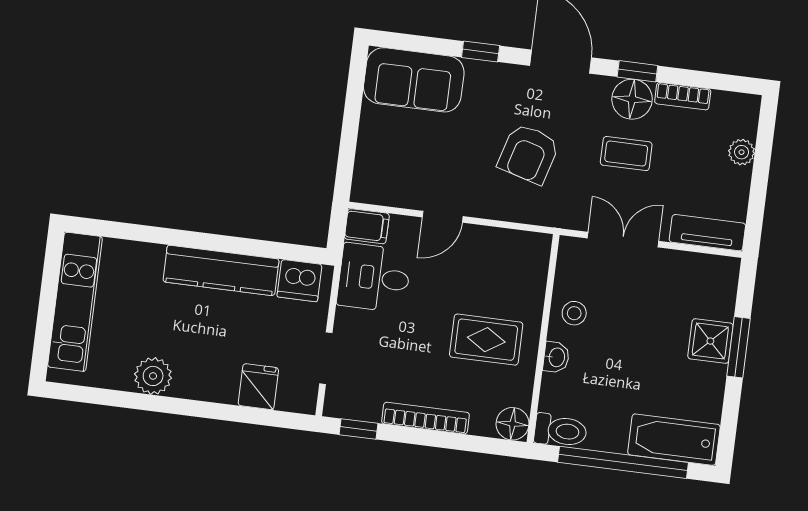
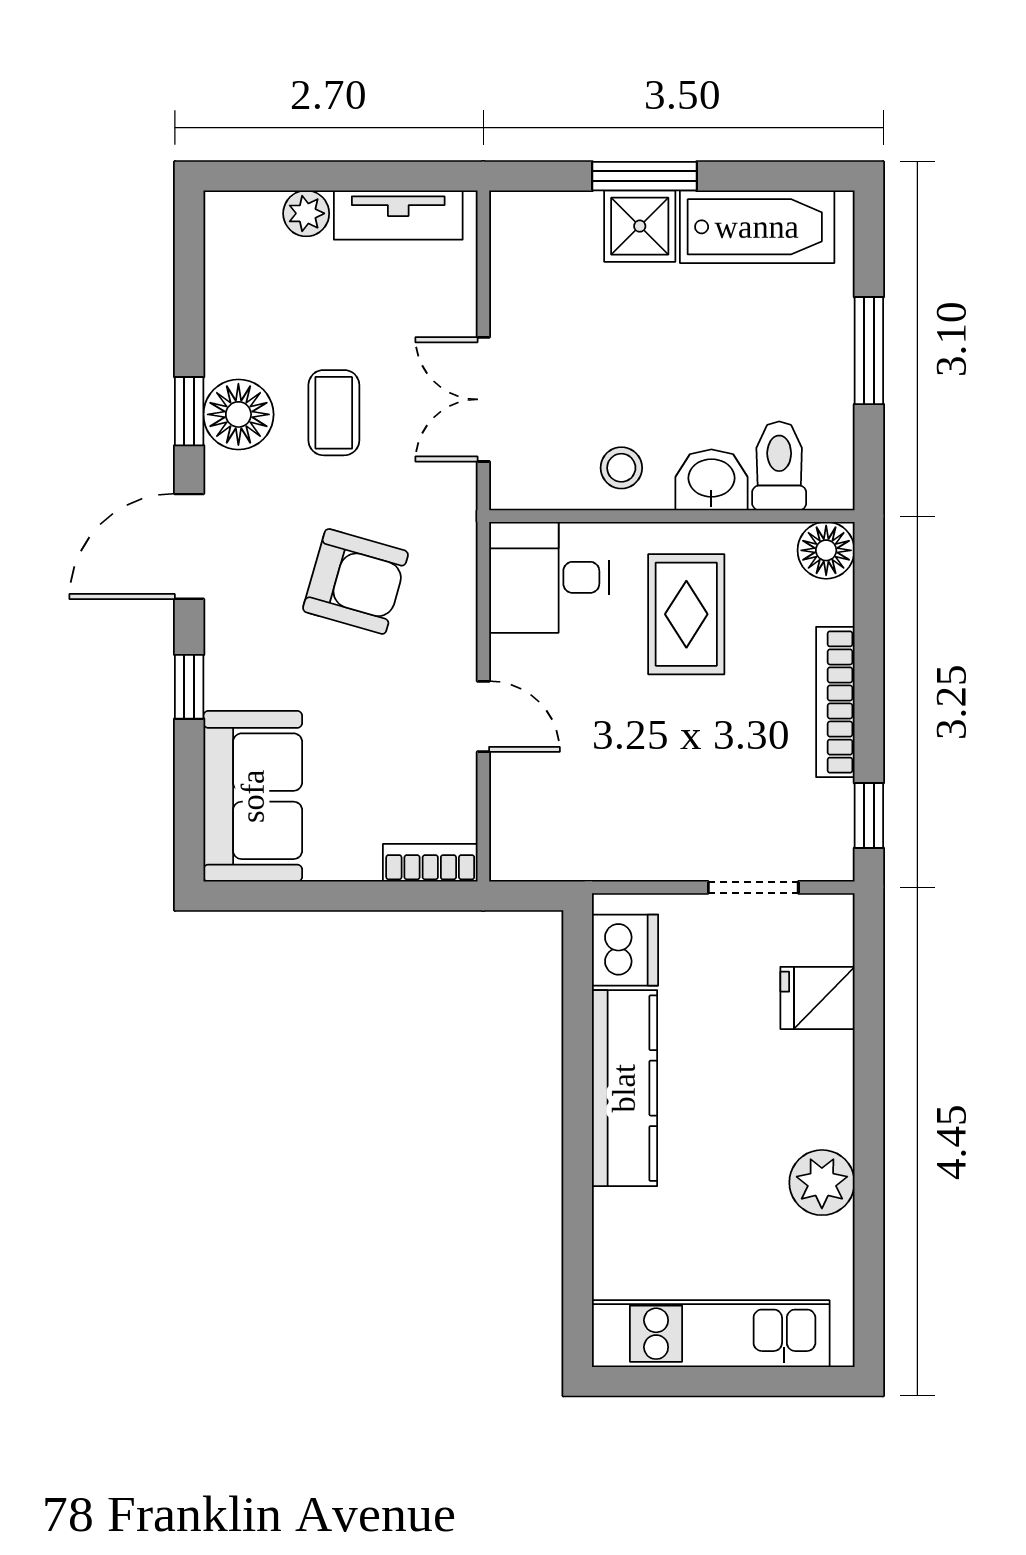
bookcase: (683, 96) -> (430, 863), moved, turned -90
filing cabinet: (367, 226) -> (516, 845), removed
tv unit: (707, 233) -> (398, 215), moved, turned -90
desk: (374, 278) -> (549, 577), moved, turned 90
washbasin: (556, 357) -> (711, 480), width x1.38, depth x1.45
toilet: (560, 431) -> (779, 466), moved
bathtub: (674, 440) -> (757, 227), moved, turned -90
window: (623, 462) -> (869, 351), width x0.47

